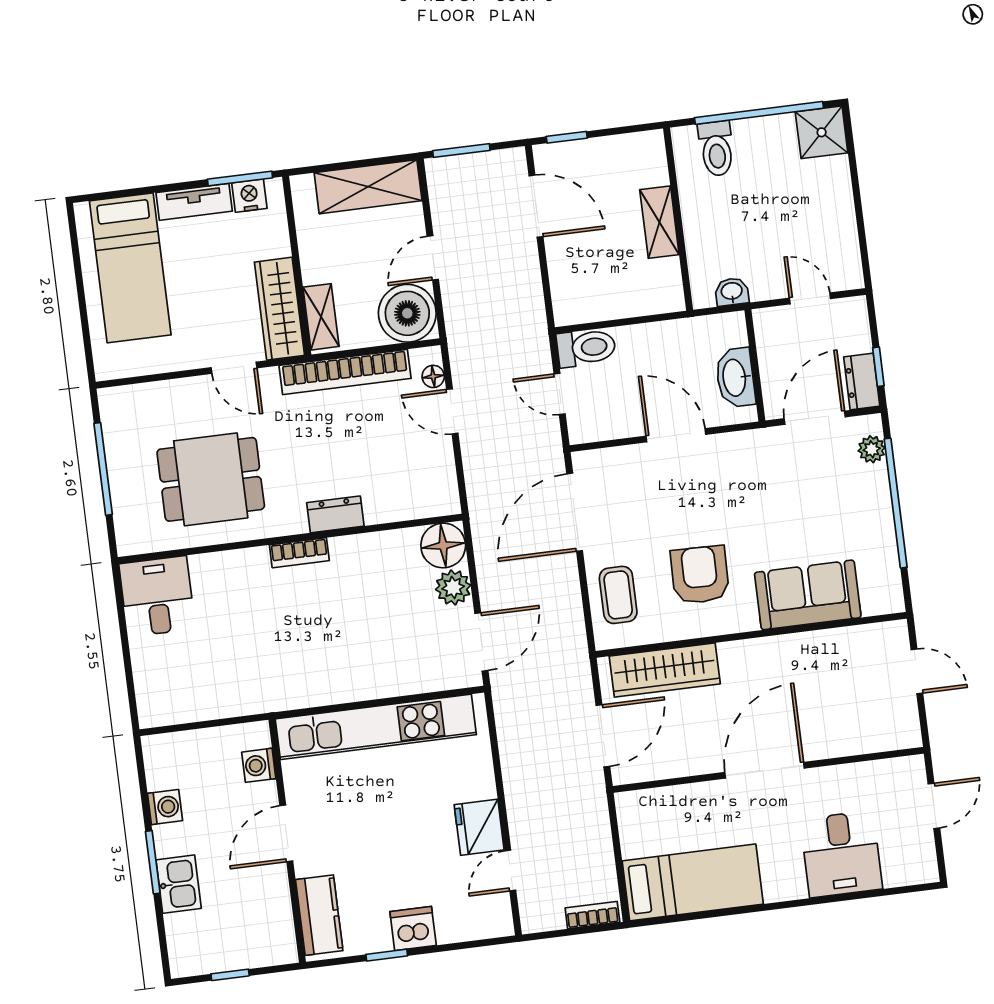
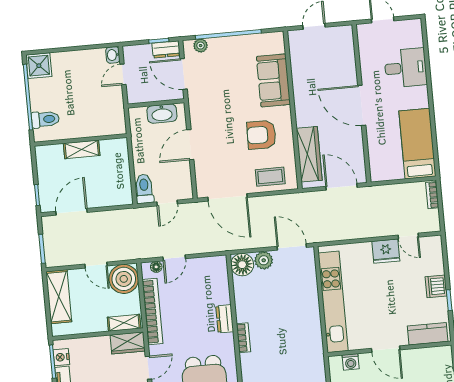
washbasin: (732, 292) -> (113, 55), moved
wardrobe: (279, 309) -> (128, 343), width x0.67

